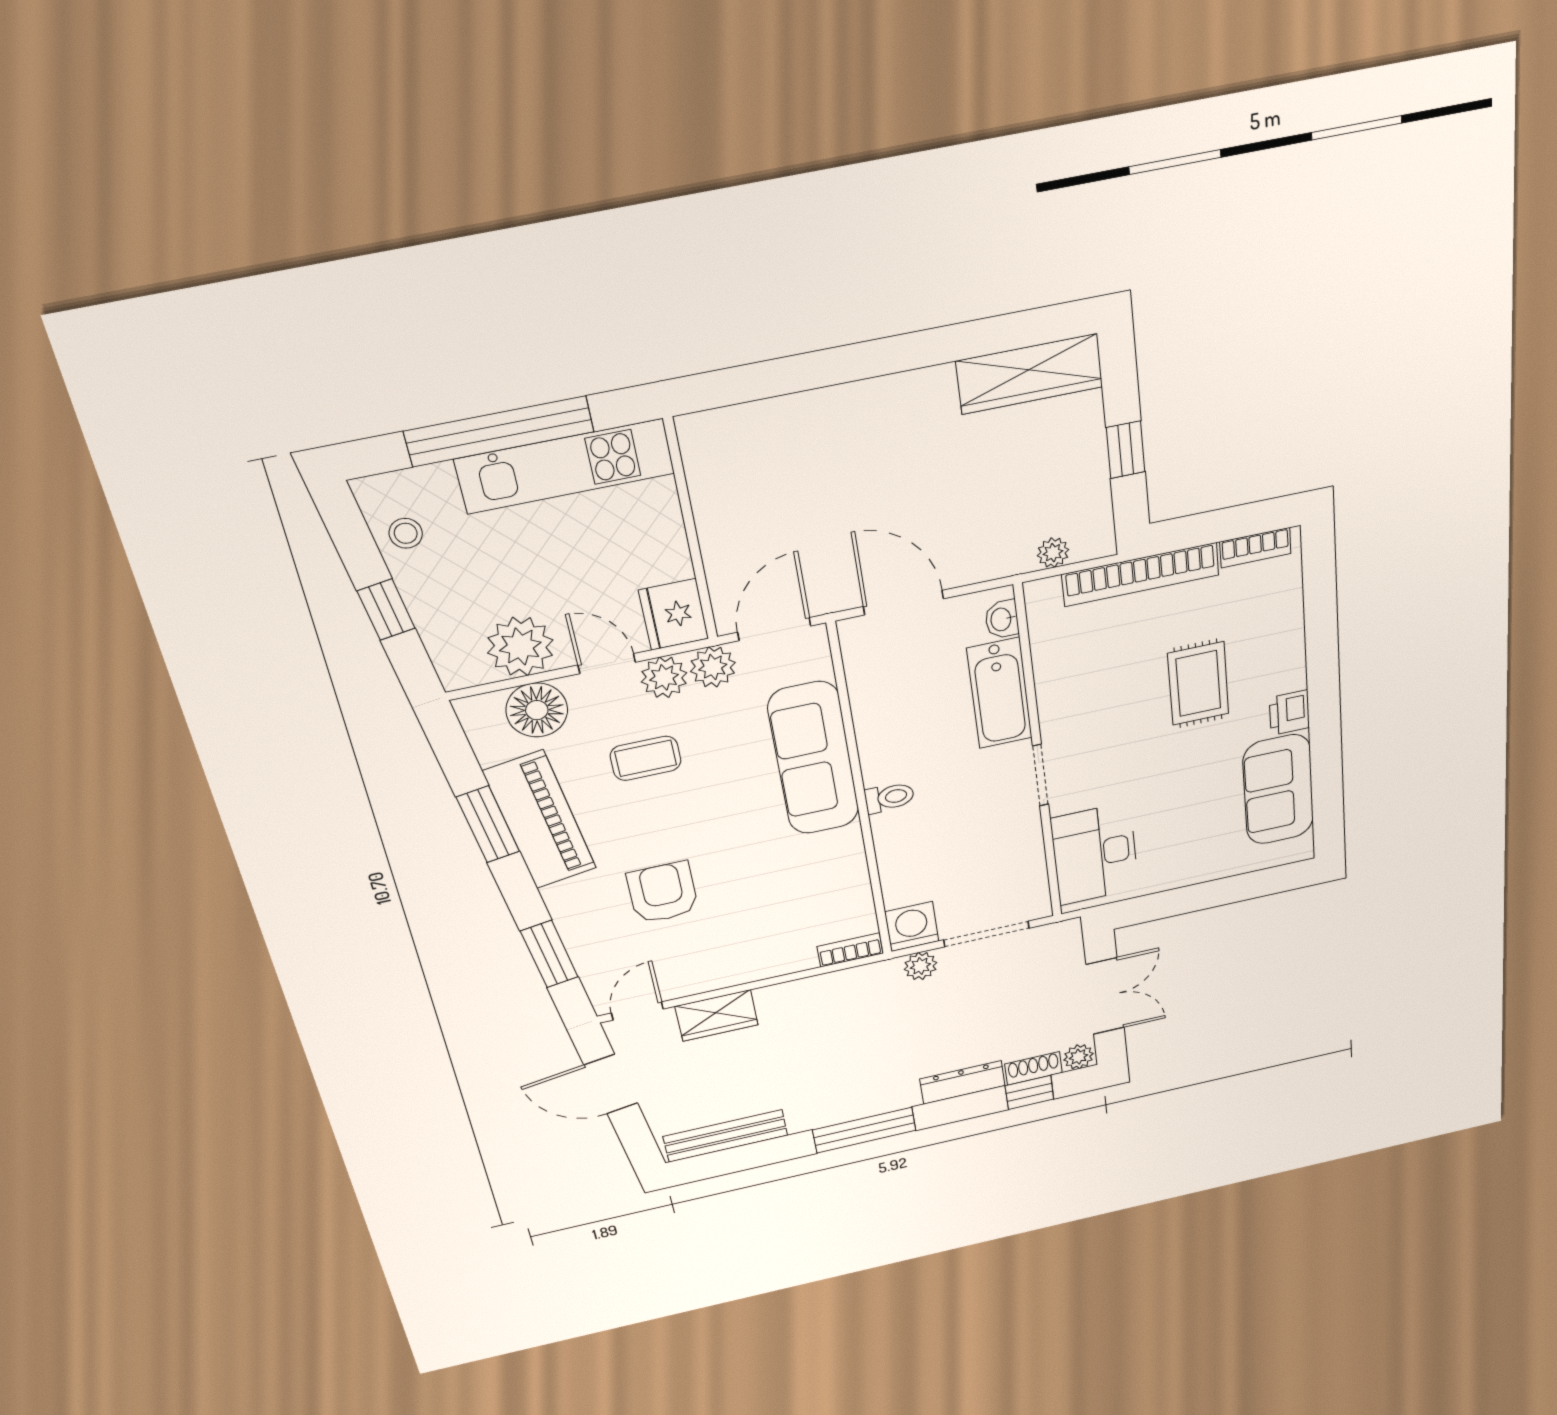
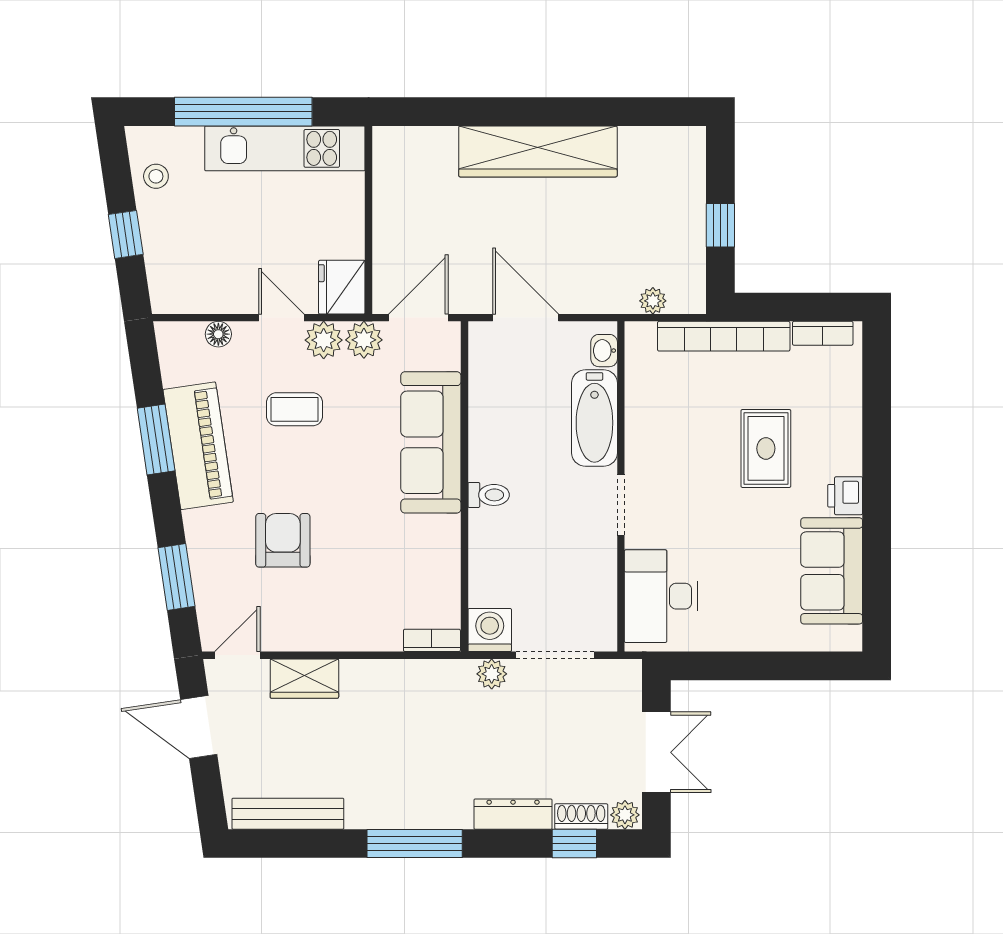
wardrobe: (1030, 374) -> (538, 151), moved, width x1.40, depth x1.17
plant: (520, 646) -> (218, 288), removed
floor lamp: (537, 710) -> (218, 334), width x0.53, depth x0.53

